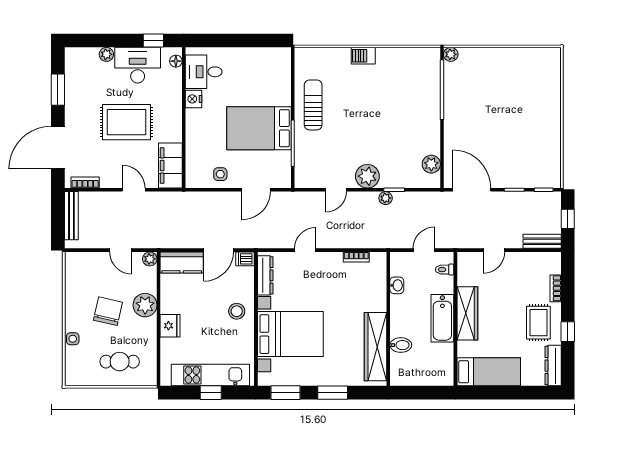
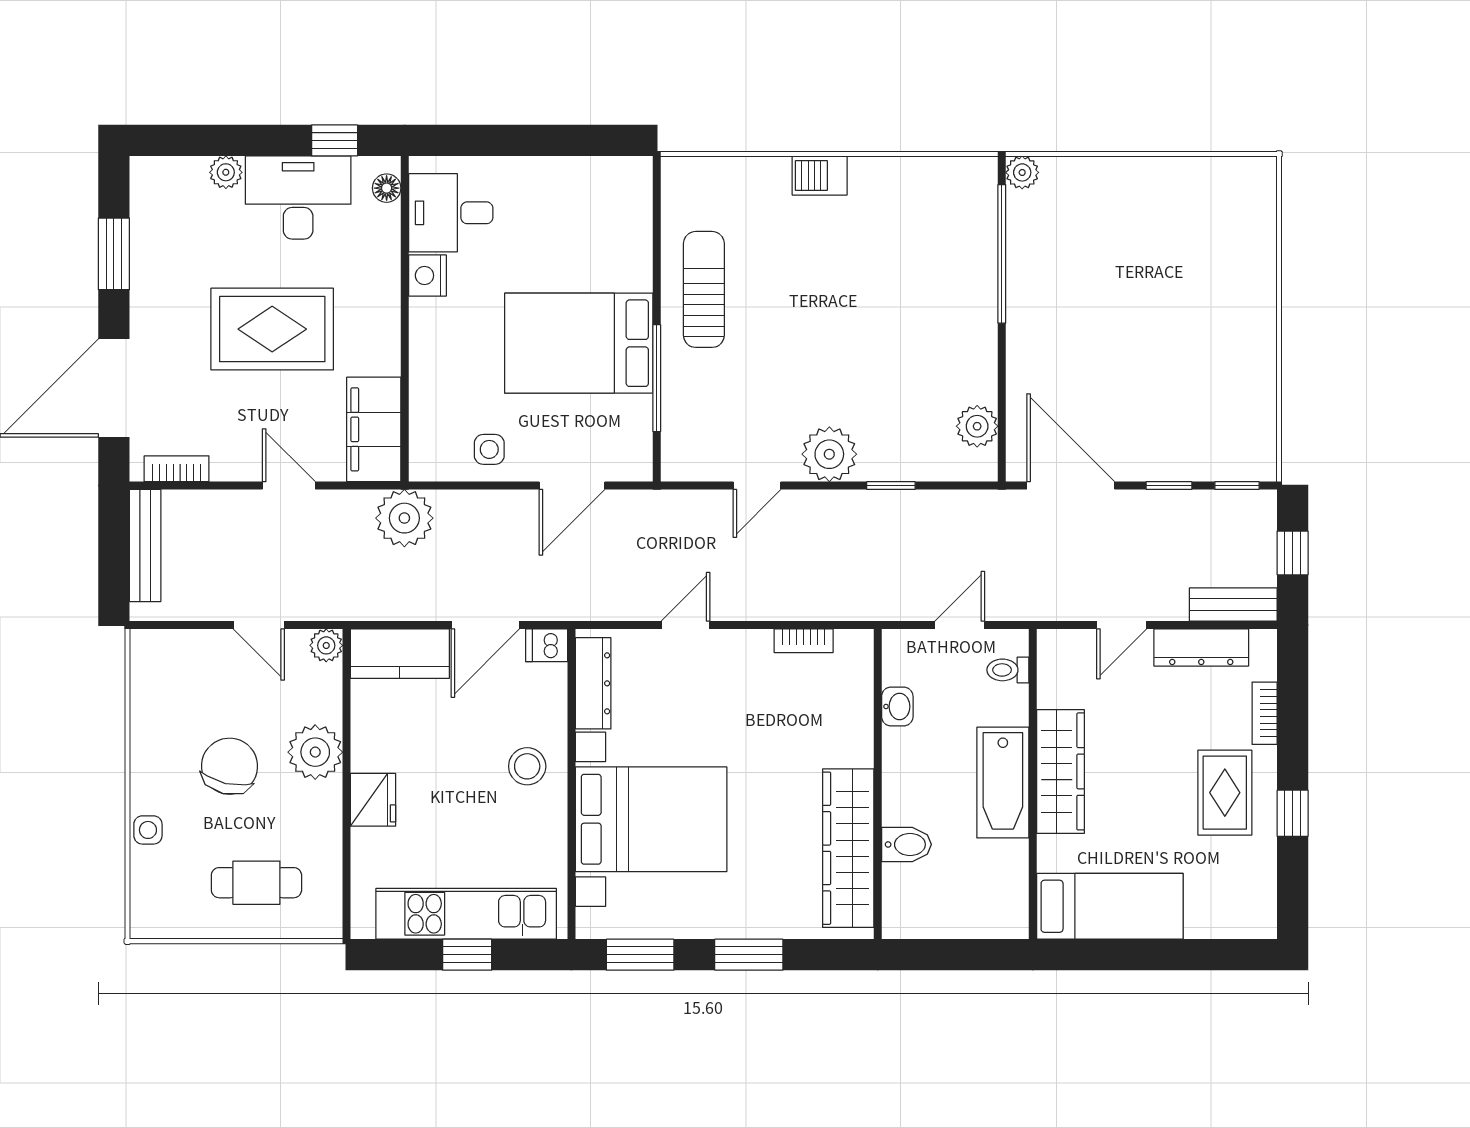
plant: (386, 198) -> (404, 518), moved, width x1.88, depth x1.88
dresser: (553, 366) -> (1201, 648), moved, turned -90

